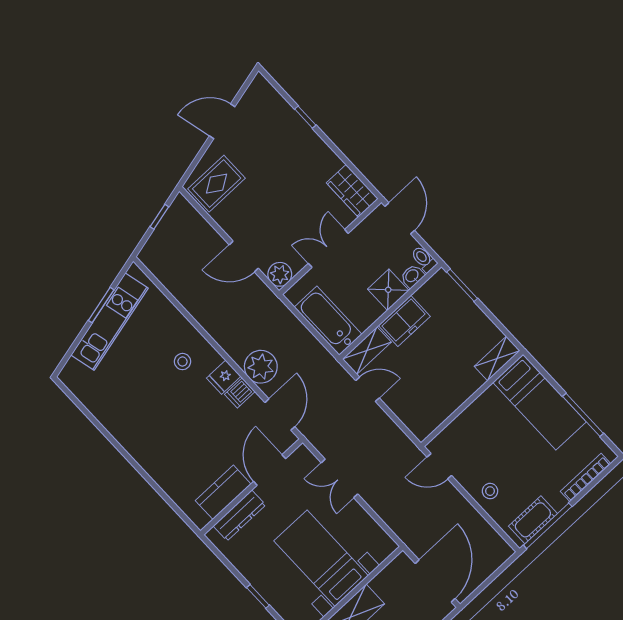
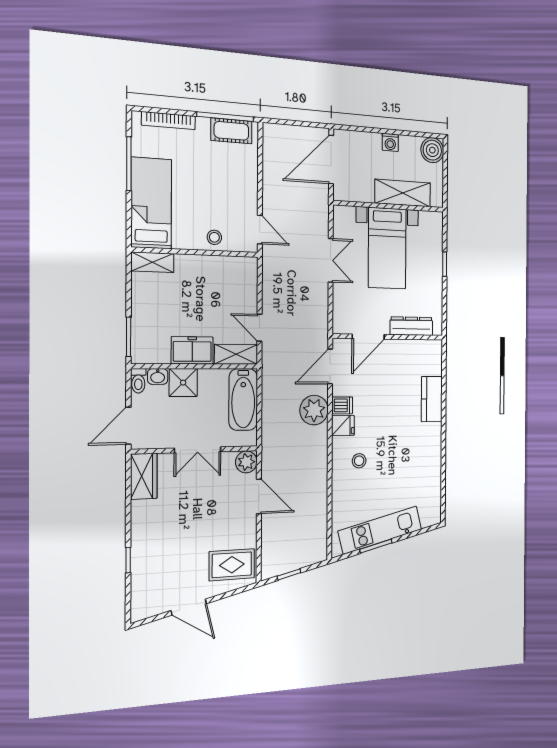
double door: (339, 478) -> (331, 260), moved
stool: (490, 491) -> (214, 237), moved
kitchen counter: (223, 492) -> (432, 399), moved, turned 90

